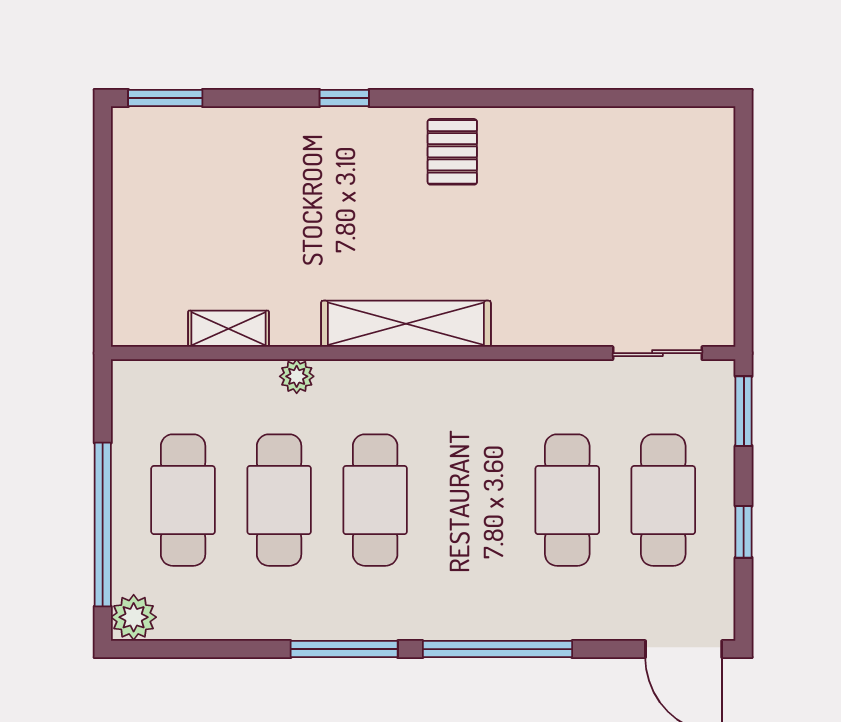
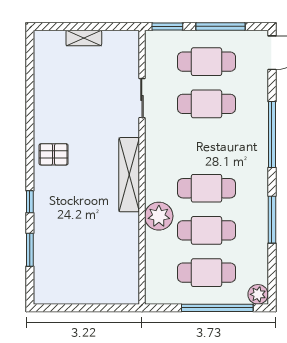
window: (165, 98) -> (30, 250), moved
shelving: (229, 329) -> (84, 38), moved, turned 90
sliding door: (657, 353) -> (142, 98), moved
plant: (297, 376) -> (159, 216), width x1.88, depth x1.88
window: (744, 532) -> (220, 26), width x2.17
window: (344, 649) -> (272, 220), moved

